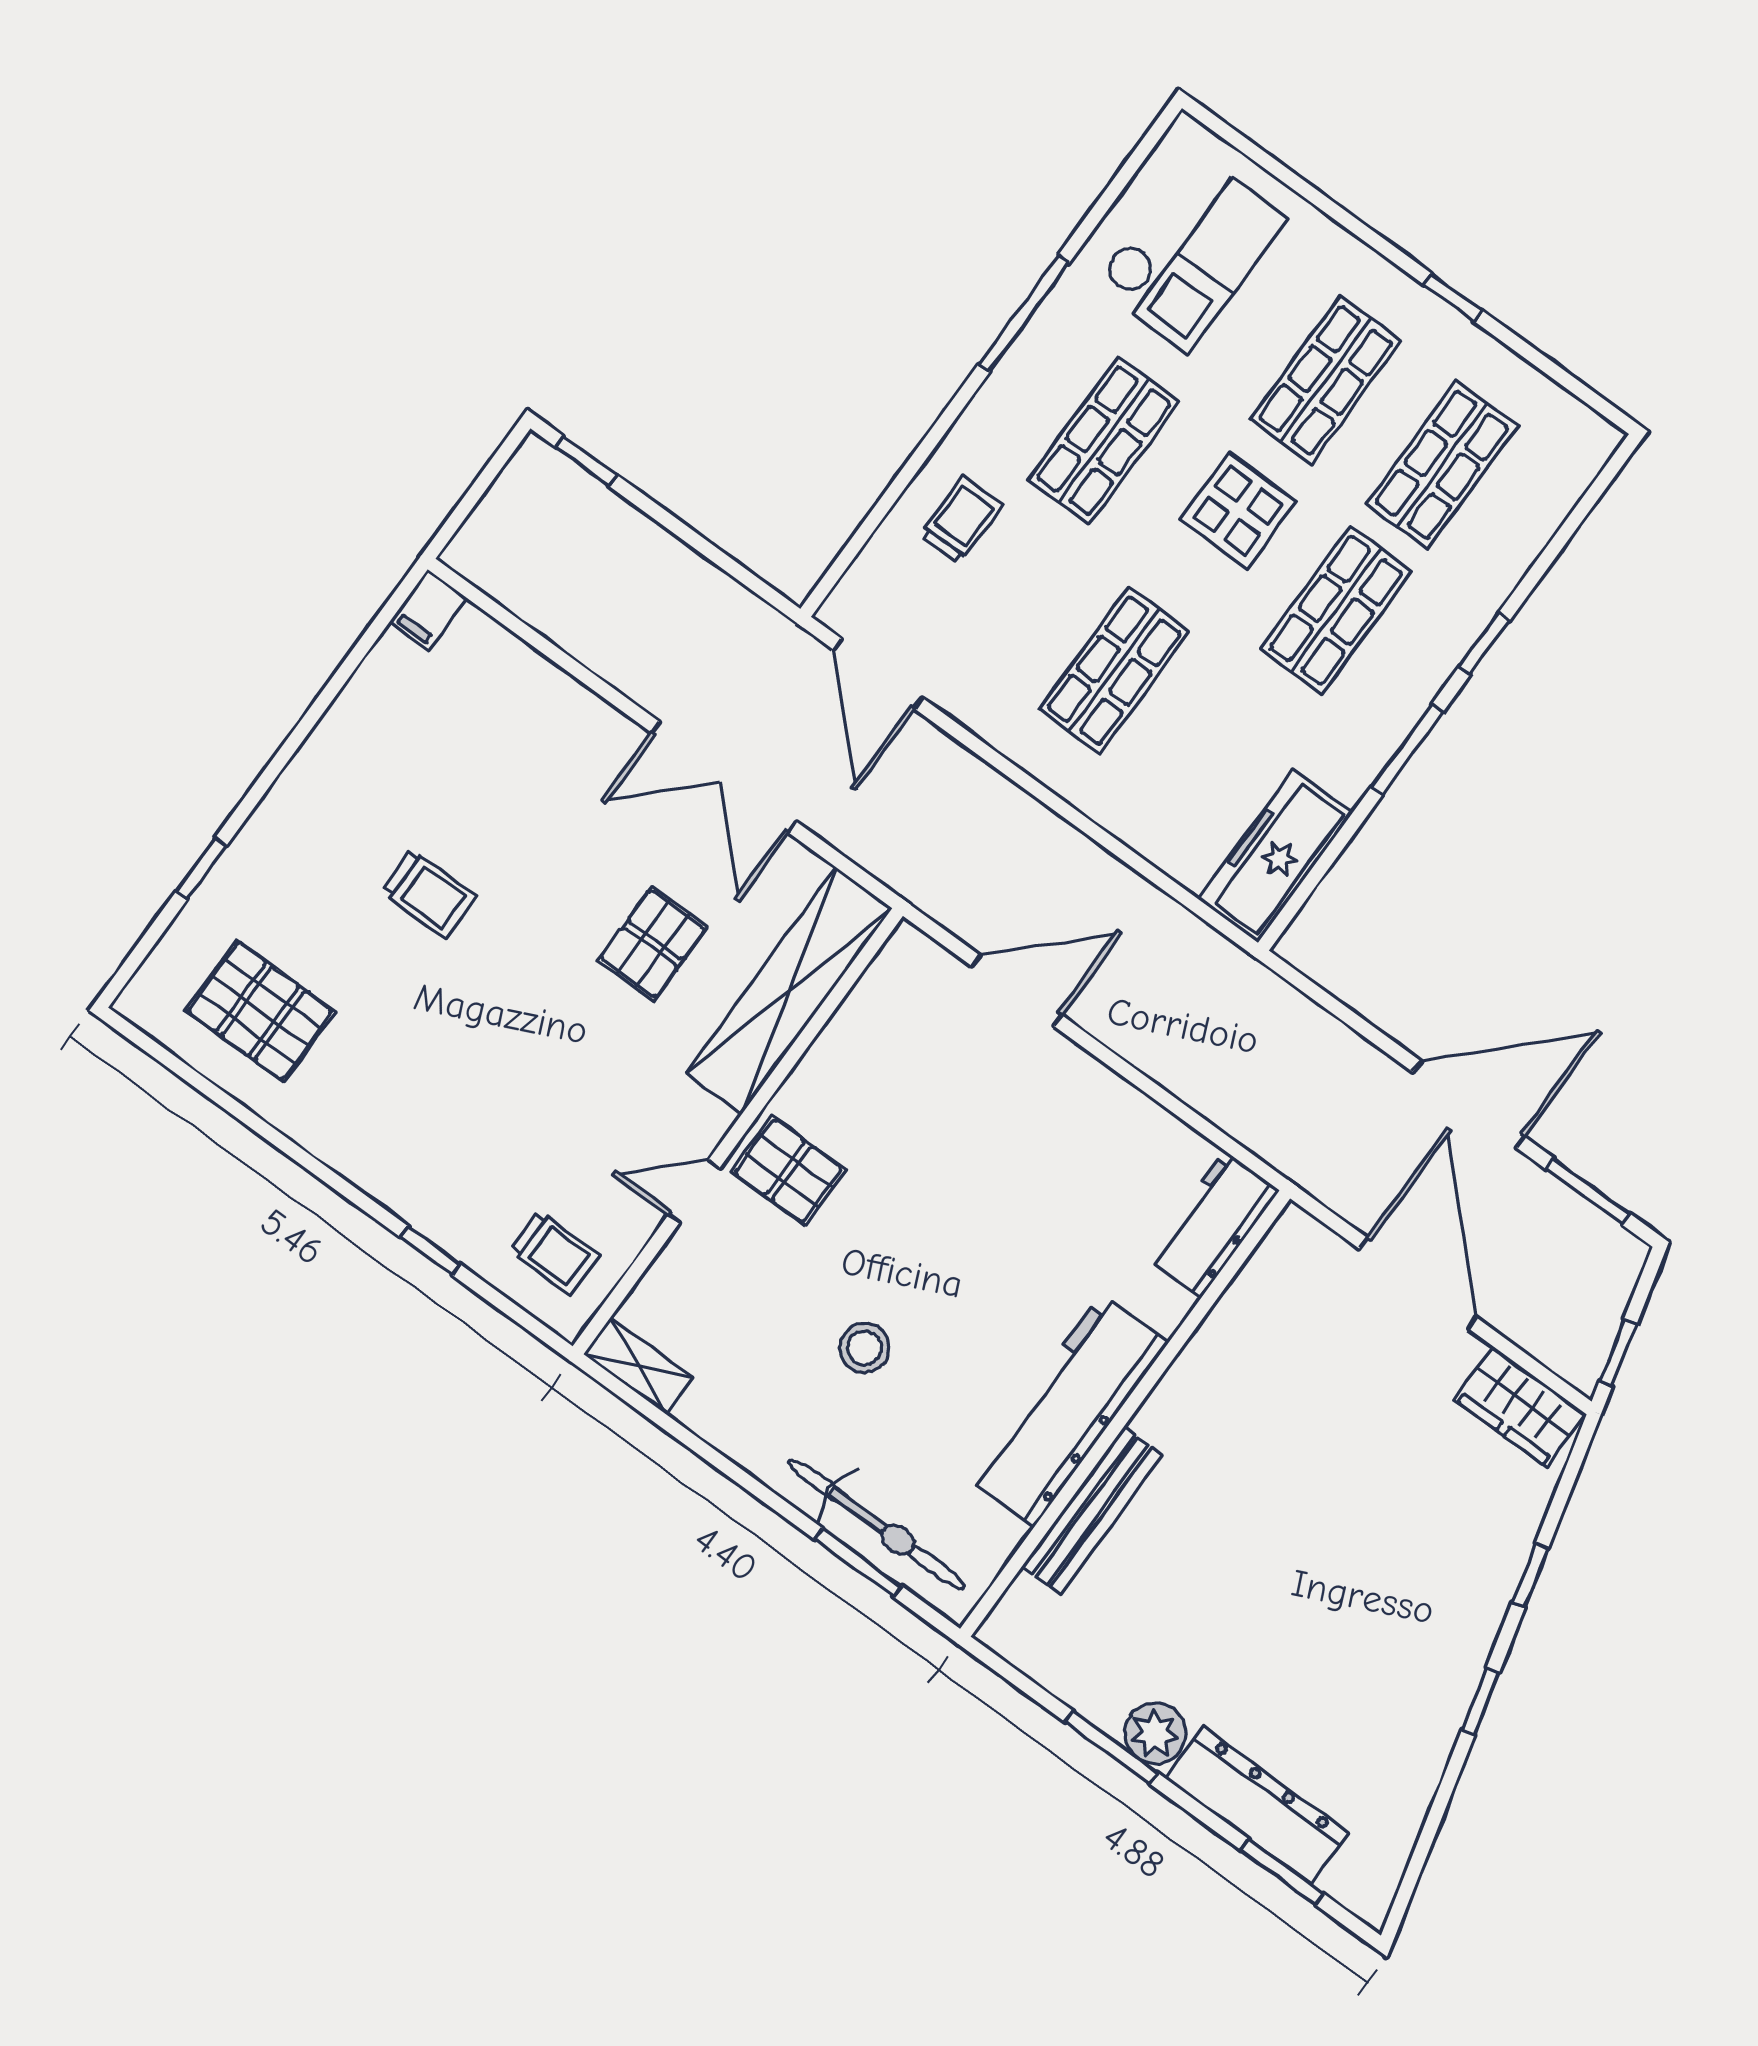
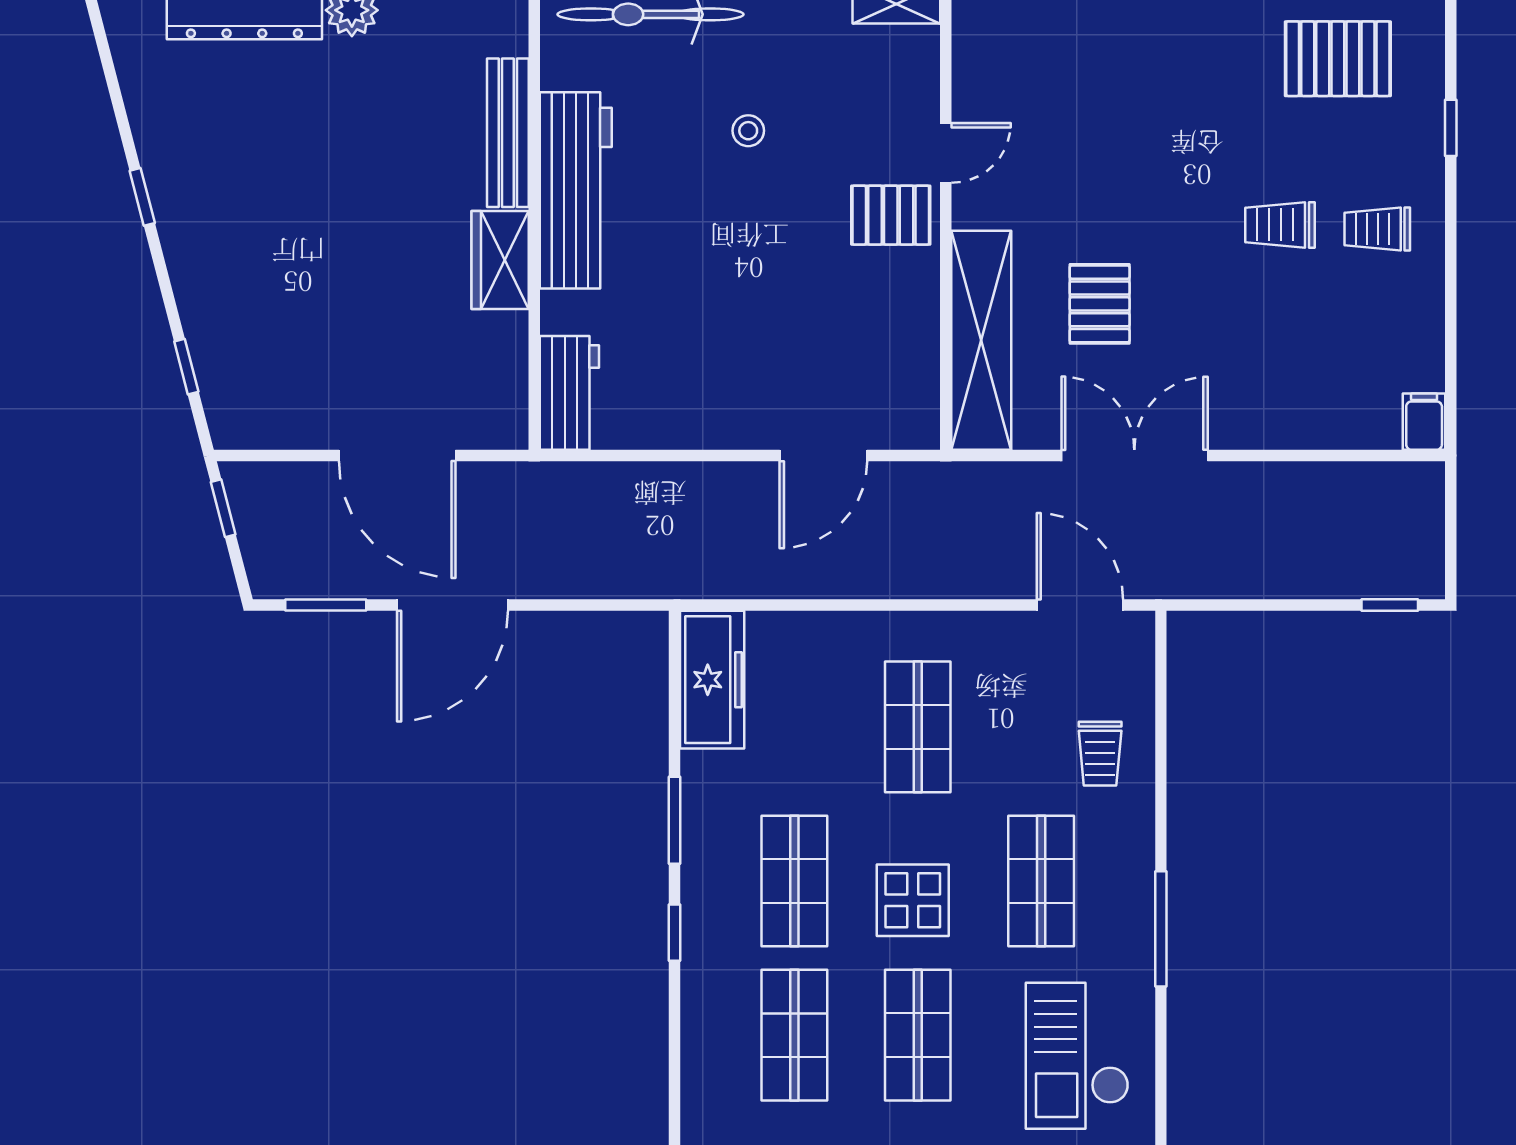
trolley: (555, 1253) -> (1377, 229), moved
stool: (865, 1348) -> (748, 131), width x0.73, depth x0.73
wardrobe: (1520, 1407) -> (500, 260), moved, turned -90
window: (1530, 1575) -> (186, 367), moved

